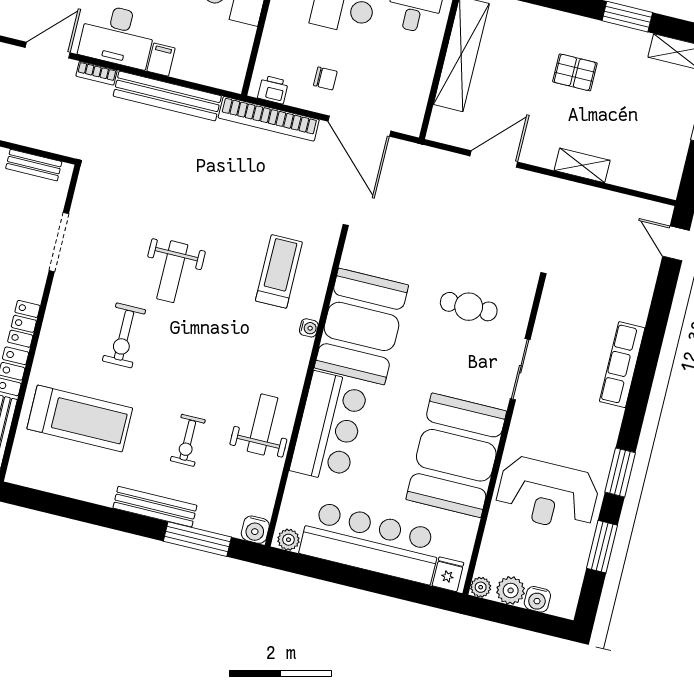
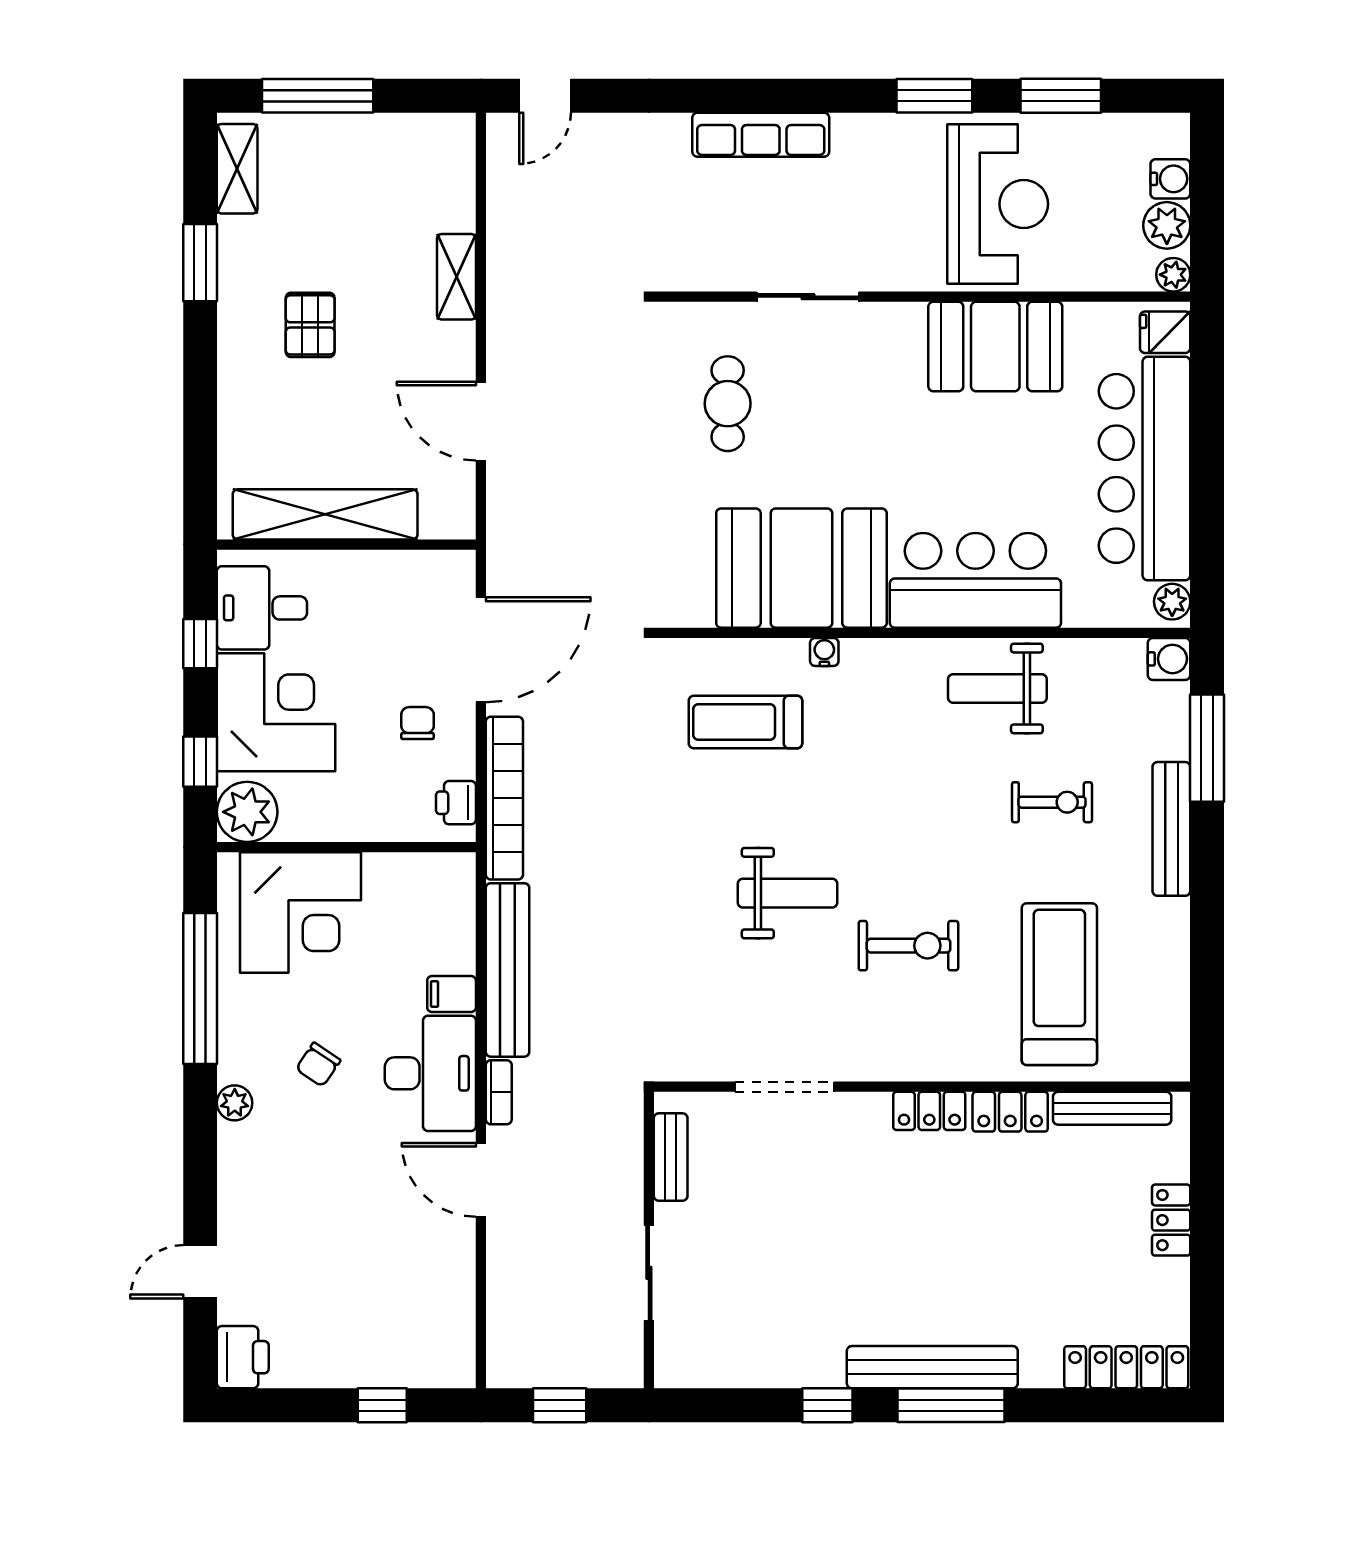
booth: (456, 455) -> (995, 347), width x0.73, depth x0.70

